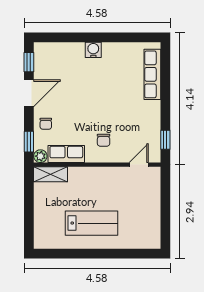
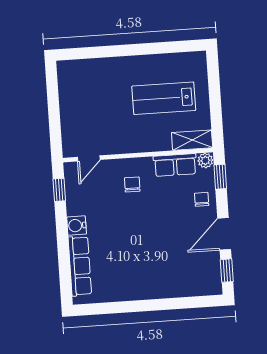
water cooler: (93, 50) -> (77, 226), moved, turned 90
lab bench: (92, 223) -> (164, 98), moved

